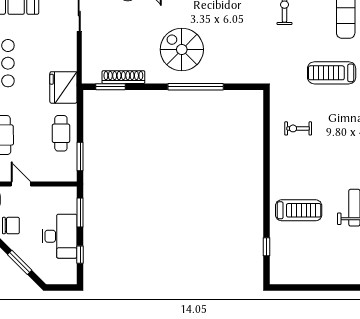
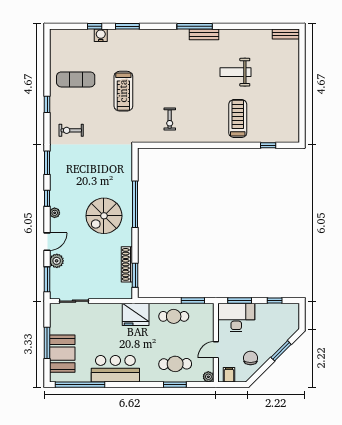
desk: (60, 236) -> (236, 318), moved

